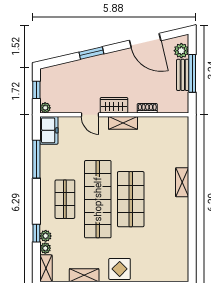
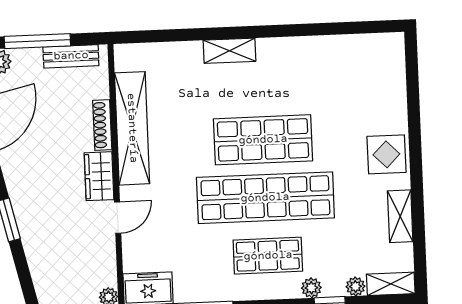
bench: (183, 75) -> (71, 56), moved
shoe rack: (147, 108) -> (102, 125), width x1.43
shelving: (123, 123) -> (132, 128), width x2.20, depth x1.33
plant: (46, 236) -> (311, 288), moved

